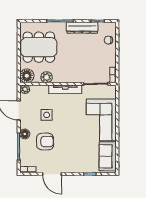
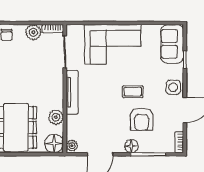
plant: (110, 60) -> (33, 32), added
side table: (47, 115) -> (173, 87), moved
coffee table: (66, 135) -> (133, 92), added
armchair: (45, 142) -> (142, 119), turned 180
sofa: (108, 156) -> (172, 44), moved, turned 90

